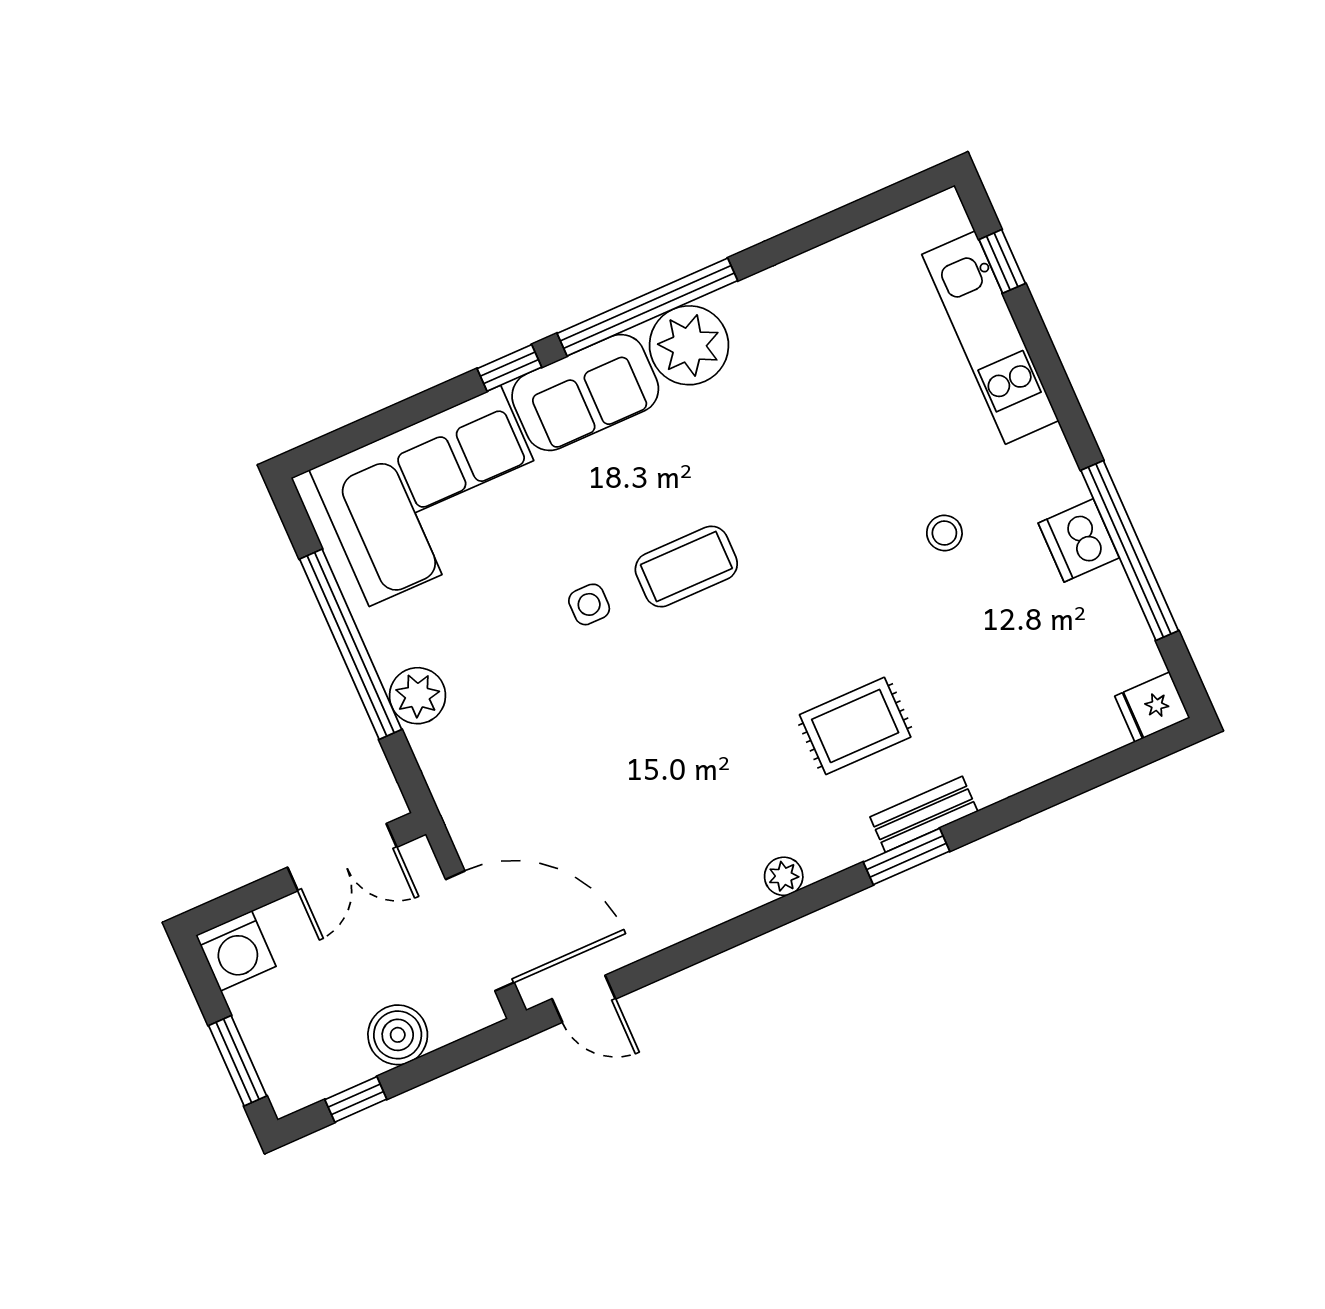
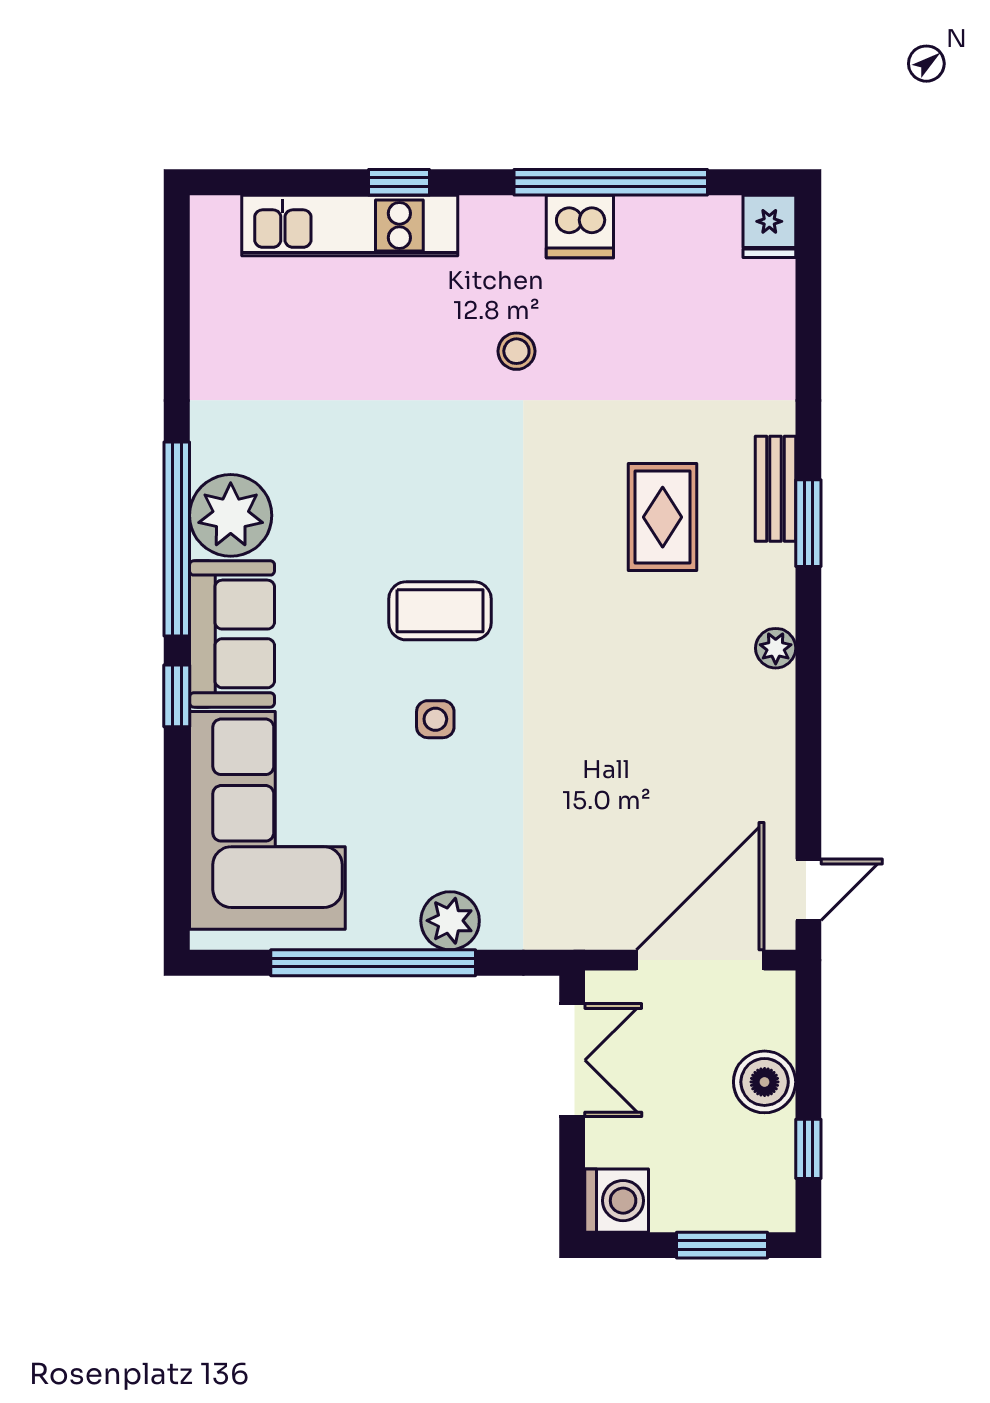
window: (1002, 261) -> (399, 182), moved
coffee table: (686, 566) -> (440, 611), turned 90

